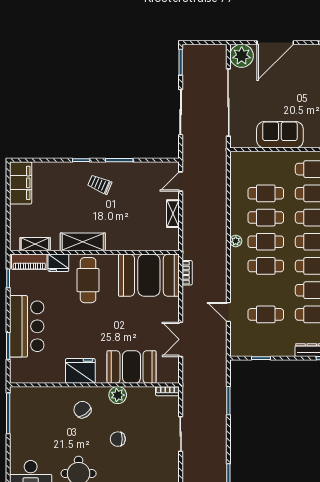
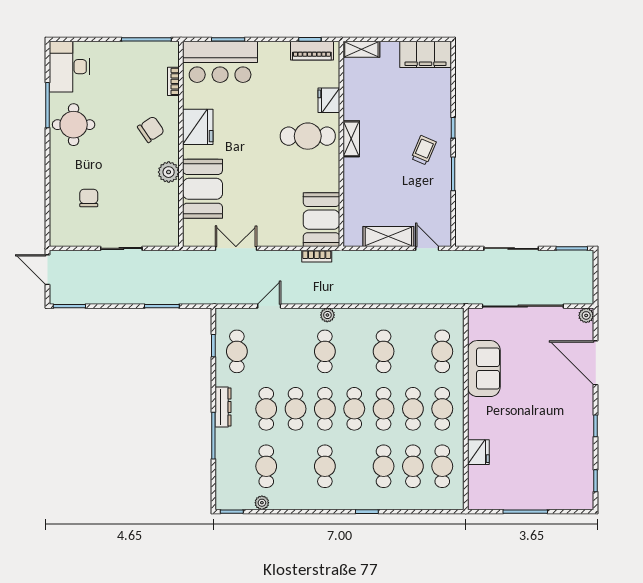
plant: (242, 56) -> (586, 315), width x0.53, depth x0.53
cafe table: (266, 193) -> (442, 351), moved
shelving: (173, 214) -> (388, 236), width x1.50, depth x1.33
plant: (236, 241) -> (327, 315), moved
shelving: (83, 242) -> (351, 139), width x0.67, depth x0.75
cafe table: (266, 242) -> (354, 351), removed
shelving: (35, 244) -> (361, 49), moved, turned 90
piano: (29, 262) -> (312, 51), moved, turned -90
booth: (149, 275) -> (321, 220), width x0.73, depth x0.70
cafe table: (266, 314) -> (237, 351), moved
bar counter: (27, 326) -> (220, 62), moved
bookcase: (167, 391) -> (173, 81), moved
chair: (118, 439) -> (89, 198), moved

